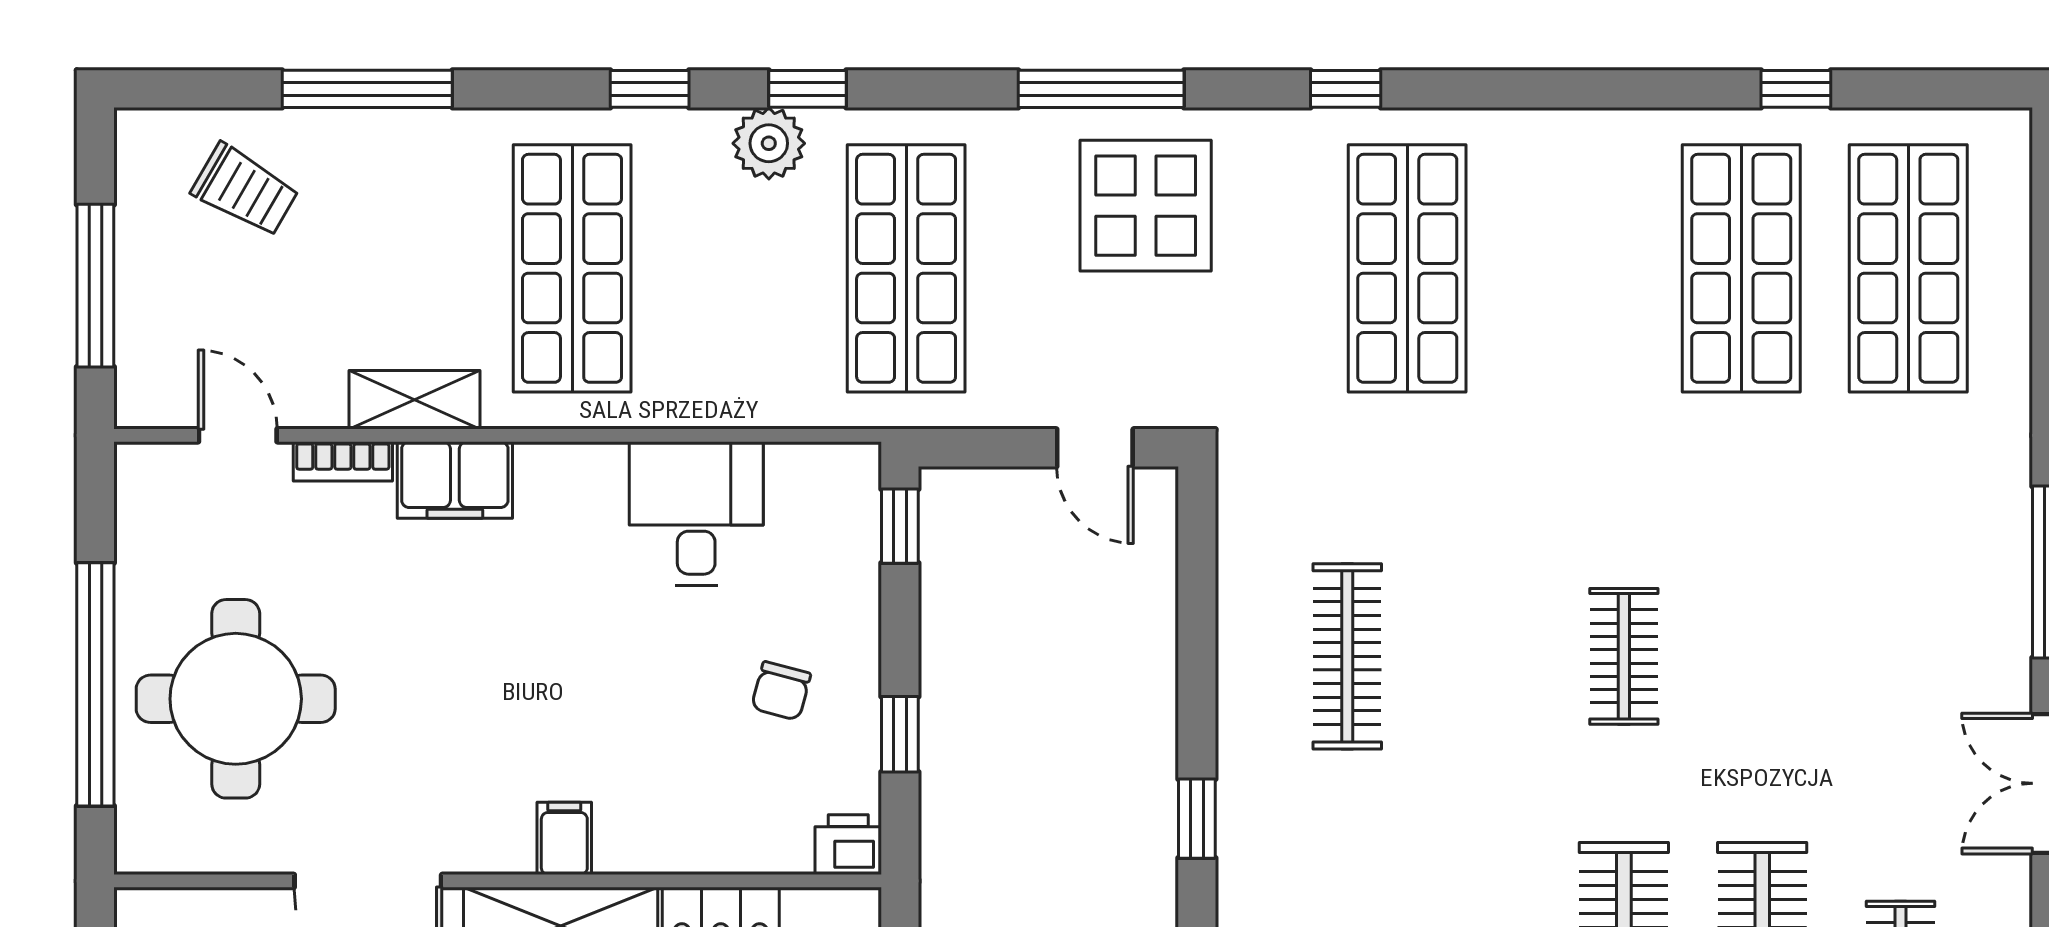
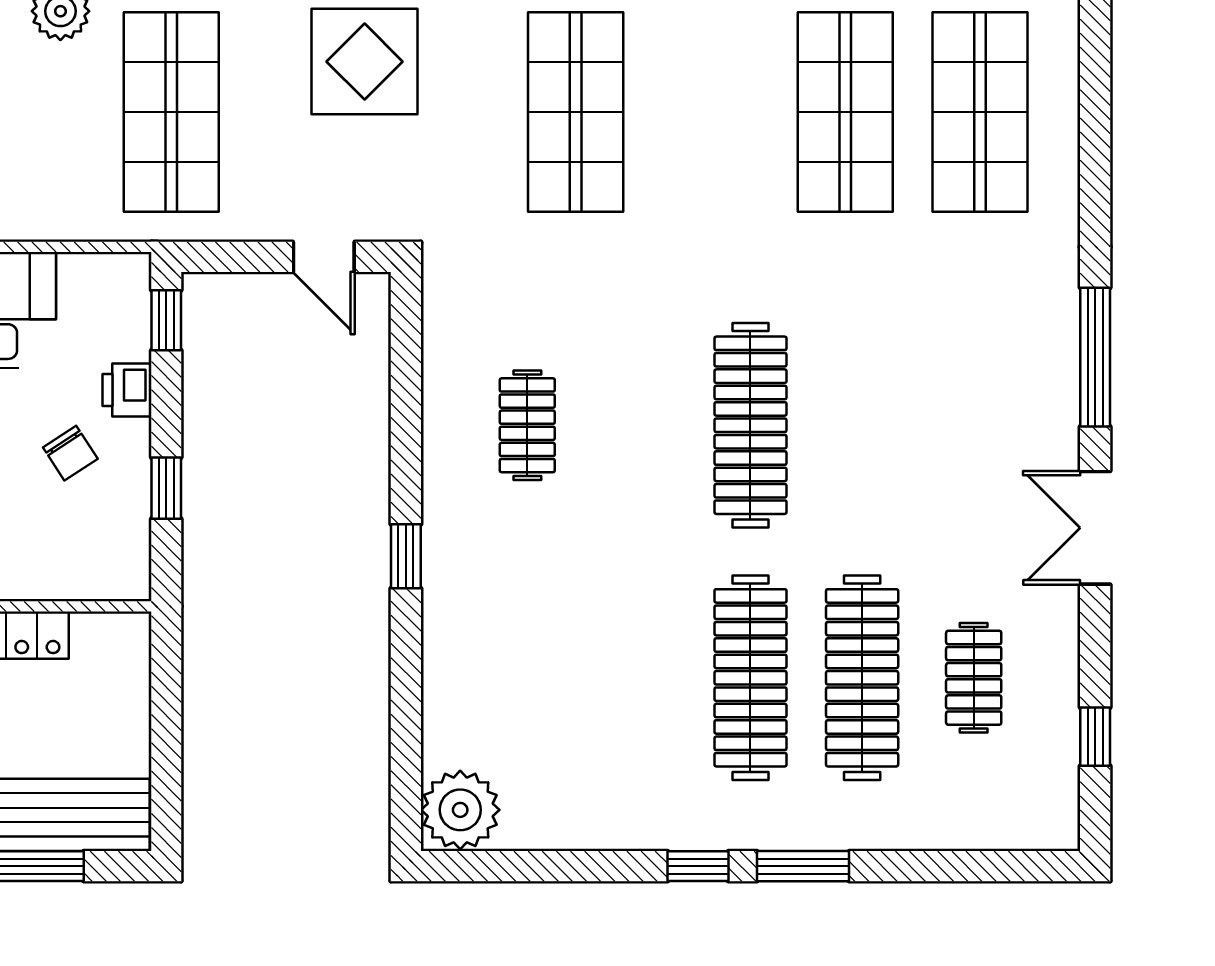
clothes rail: (1347, 656) -> (527, 425), width x0.73
clothes rail: (1624, 656) -> (750, 425), width x1.86, depth x1.31
chair: (781, 691) -> (70, 453), turned -48
printer: (848, 845) -> (127, 390), moved, turned -90

